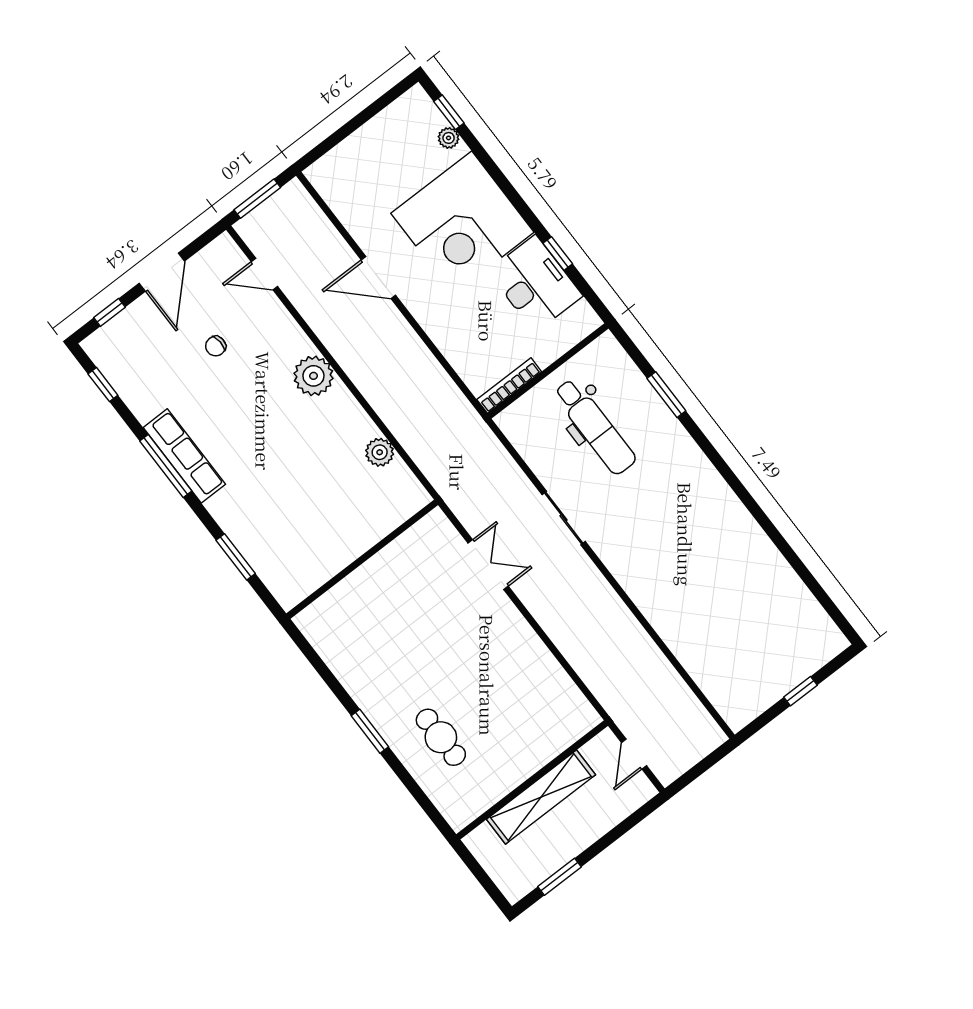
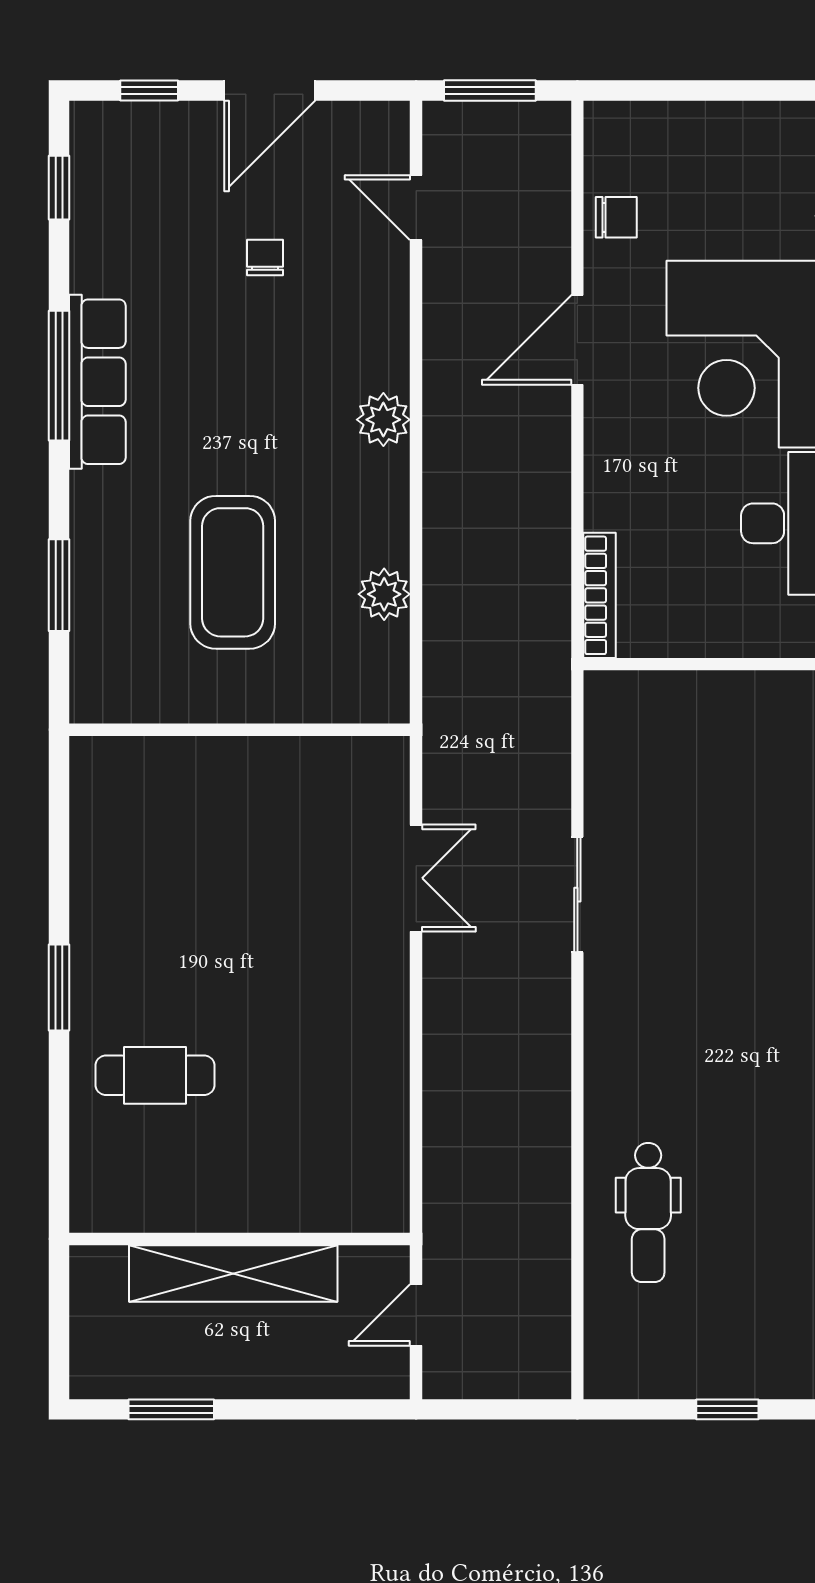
chair: (354, 211) -> (616, 217), added
door: (378, 277) -> (577, 340), hinge flipped
chair: (216, 346) -> (265, 258), turned 94
plant: (313, 376) -> (383, 420), width x0.73, depth x0.73
bookcase: (509, 386) -> (599, 595), moved, turned 90
dental chair: (595, 427) -> (648, 1213), moved, width x0.73, depth x0.72
coffee table: (307, 493) -> (233, 572), added
cafe table: (441, 737) -> (155, 1075), turned 90

